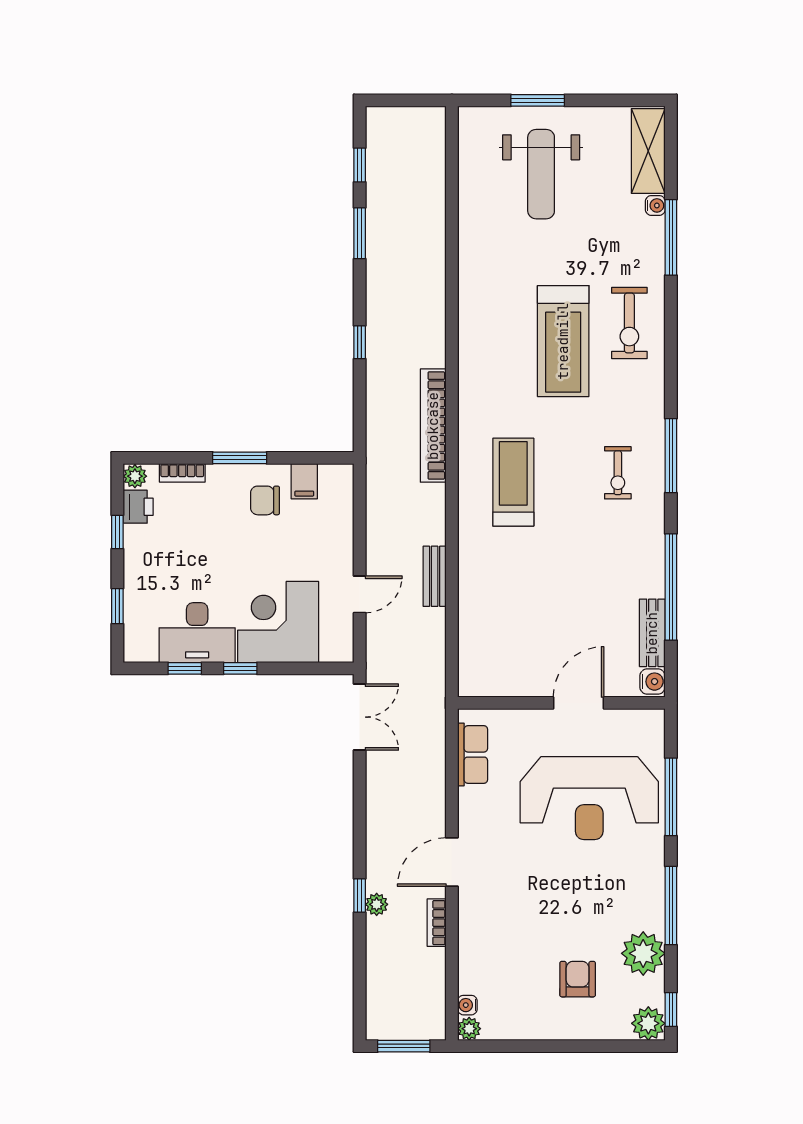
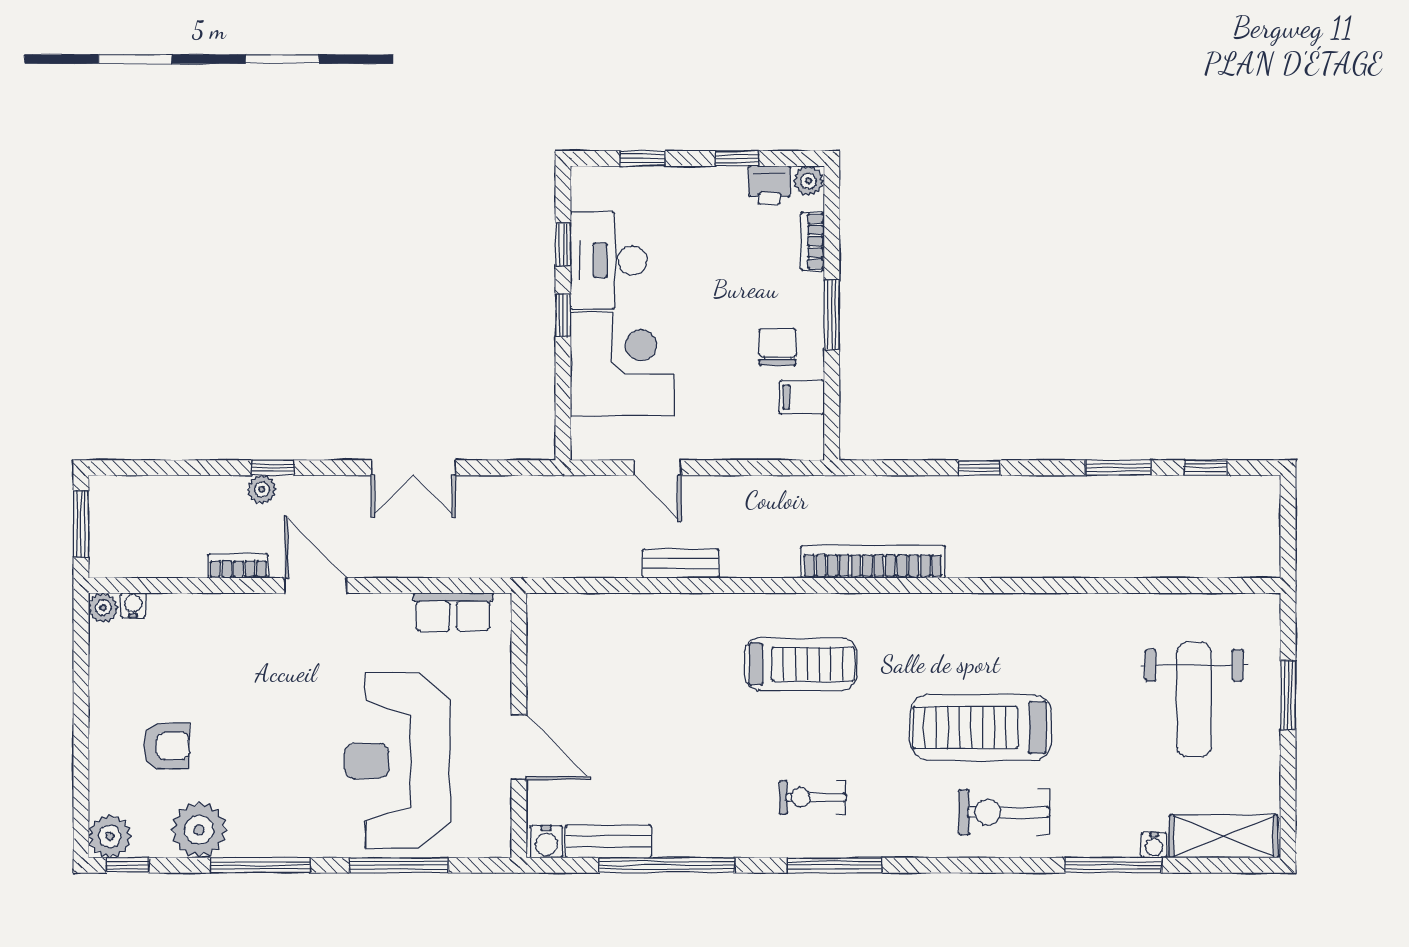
weight bench: (541, 174) -> (1194, 699), turned -90
double door: (360, 717) -> (413, 468), moved

